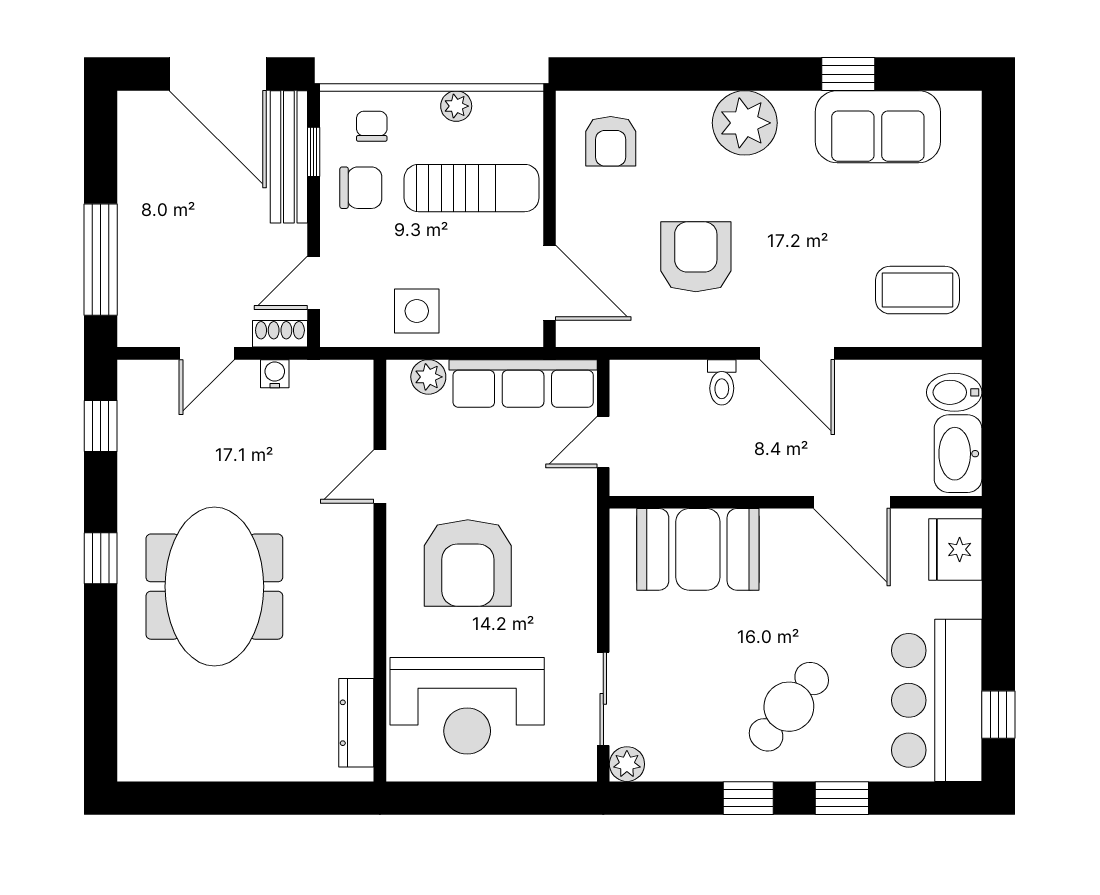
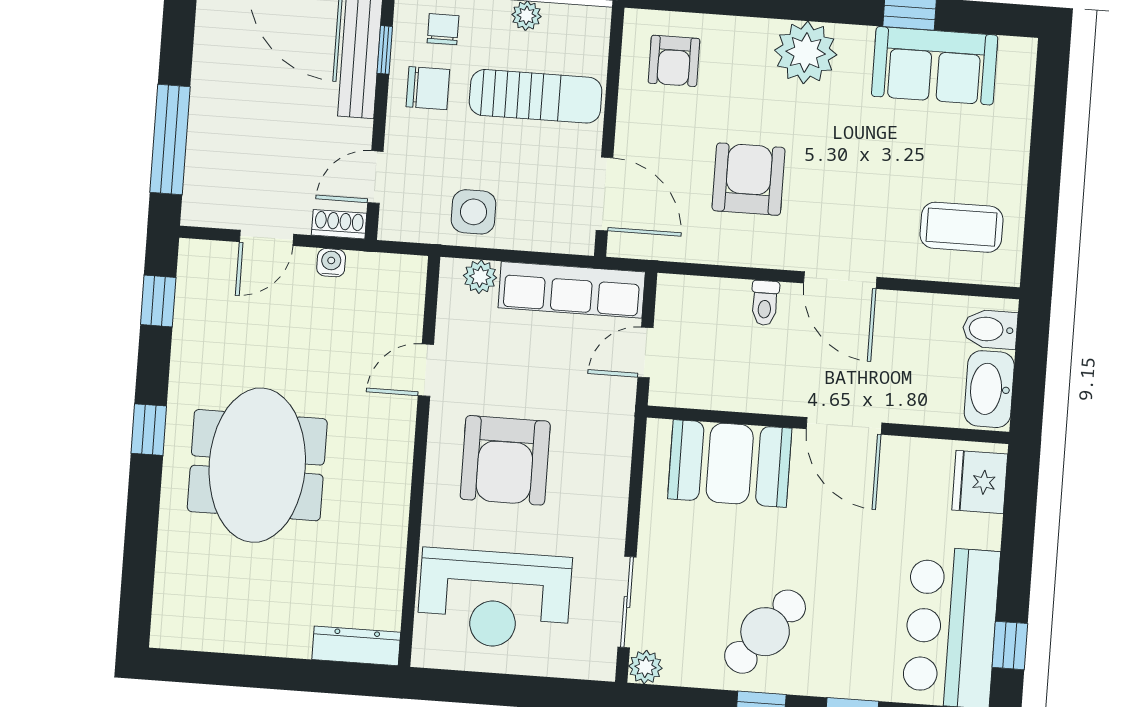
door: (852, 502) -> (844, 426), moved
cafe table: (789, 707) -> (765, 632), moved
dresser: (356, 723) -> (356, 646), moved, turned 90

